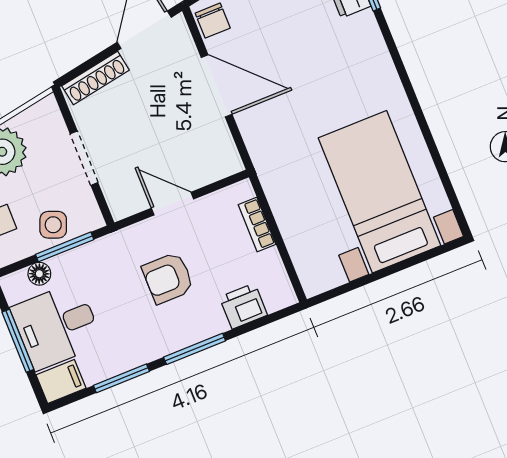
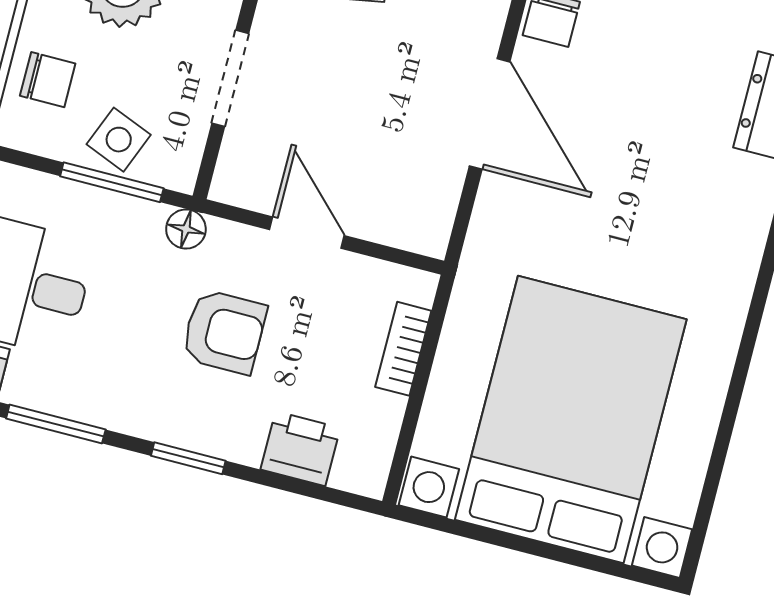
bed with nightstands: (379, 192) -> (571, 420), width x1.36
floor lamp: (39, 274) -> (186, 229), moved
armchair: (168, 278) -> (224, 332), turned 180
window: (195, 349) -> (188, 458), width x0.67

